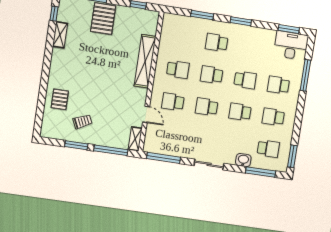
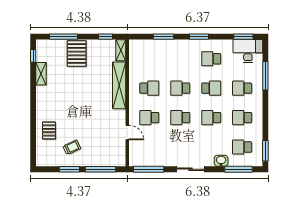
school desk: (217, 42) -> (211, 59), moved
shelving: (135, 139) -> (121, 50), moved
school desk: (268, 149) -> (242, 147), turned 180

